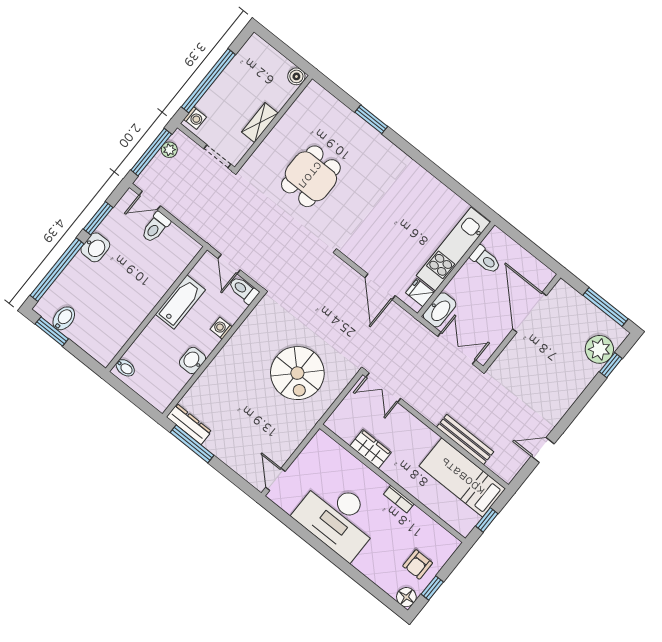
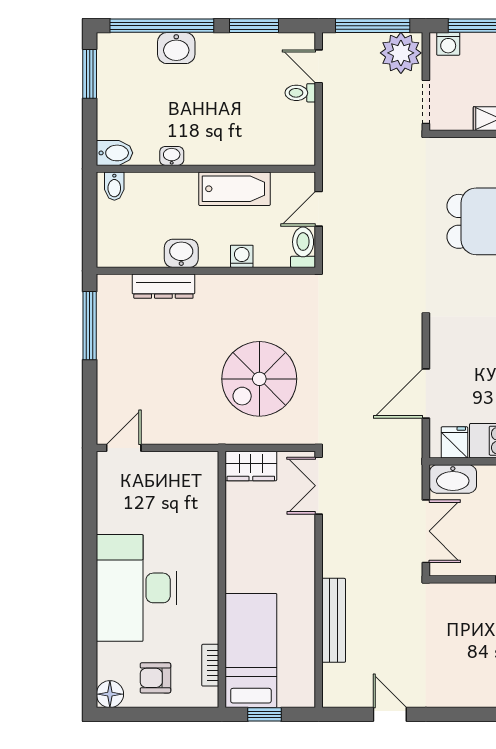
plant: (169, 150) -> (401, 53), width x1.87, depth x1.87
toilet: (156, 227) -> (300, 93), width x0.73, depth x0.72
washbasin: (95, 247) -> (176, 48), moved
bidet: (64, 318) -> (114, 153), moved
washbasin: (134, 322) -> (172, 156), added
dresser: (189, 424) -> (163, 286), moved, turned 90
wardrobe: (370, 449) -> (251, 466), moved, turned 90
bed: (462, 477) -> (251, 650), moved
bookcase: (399, 499) -> (210, 665), moved
desk: (338, 518) -> (136, 588), moved
window: (432, 588) -> (142, 714), removed

